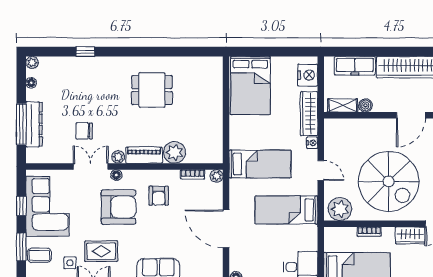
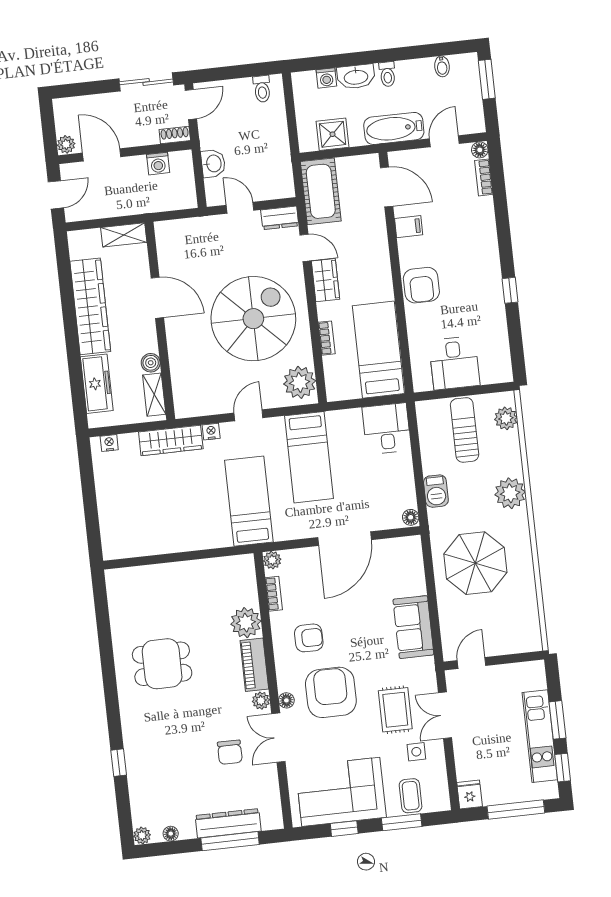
nightstand: (308, 75) -> (109, 443), width x0.53, depth x0.56
bed: (250, 85) -> (141, 527), removed
dining table: (152, 90) -> (162, 664), turned 90

